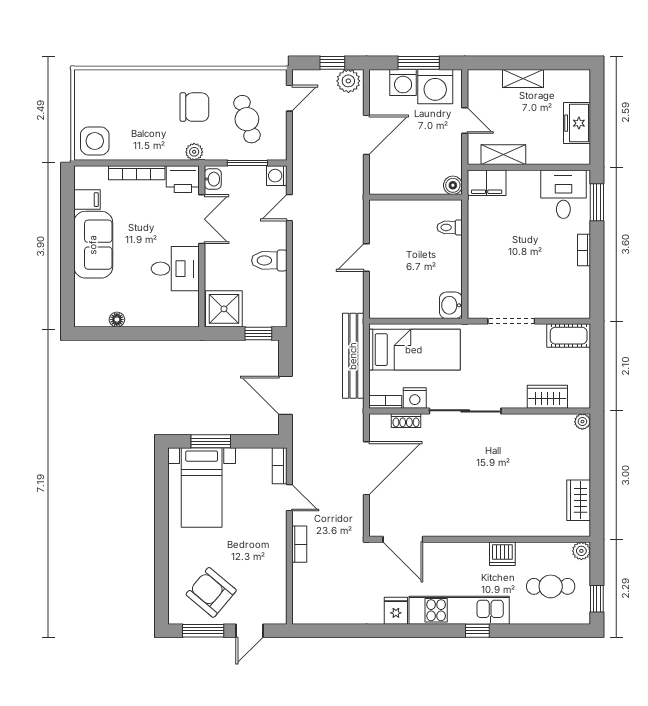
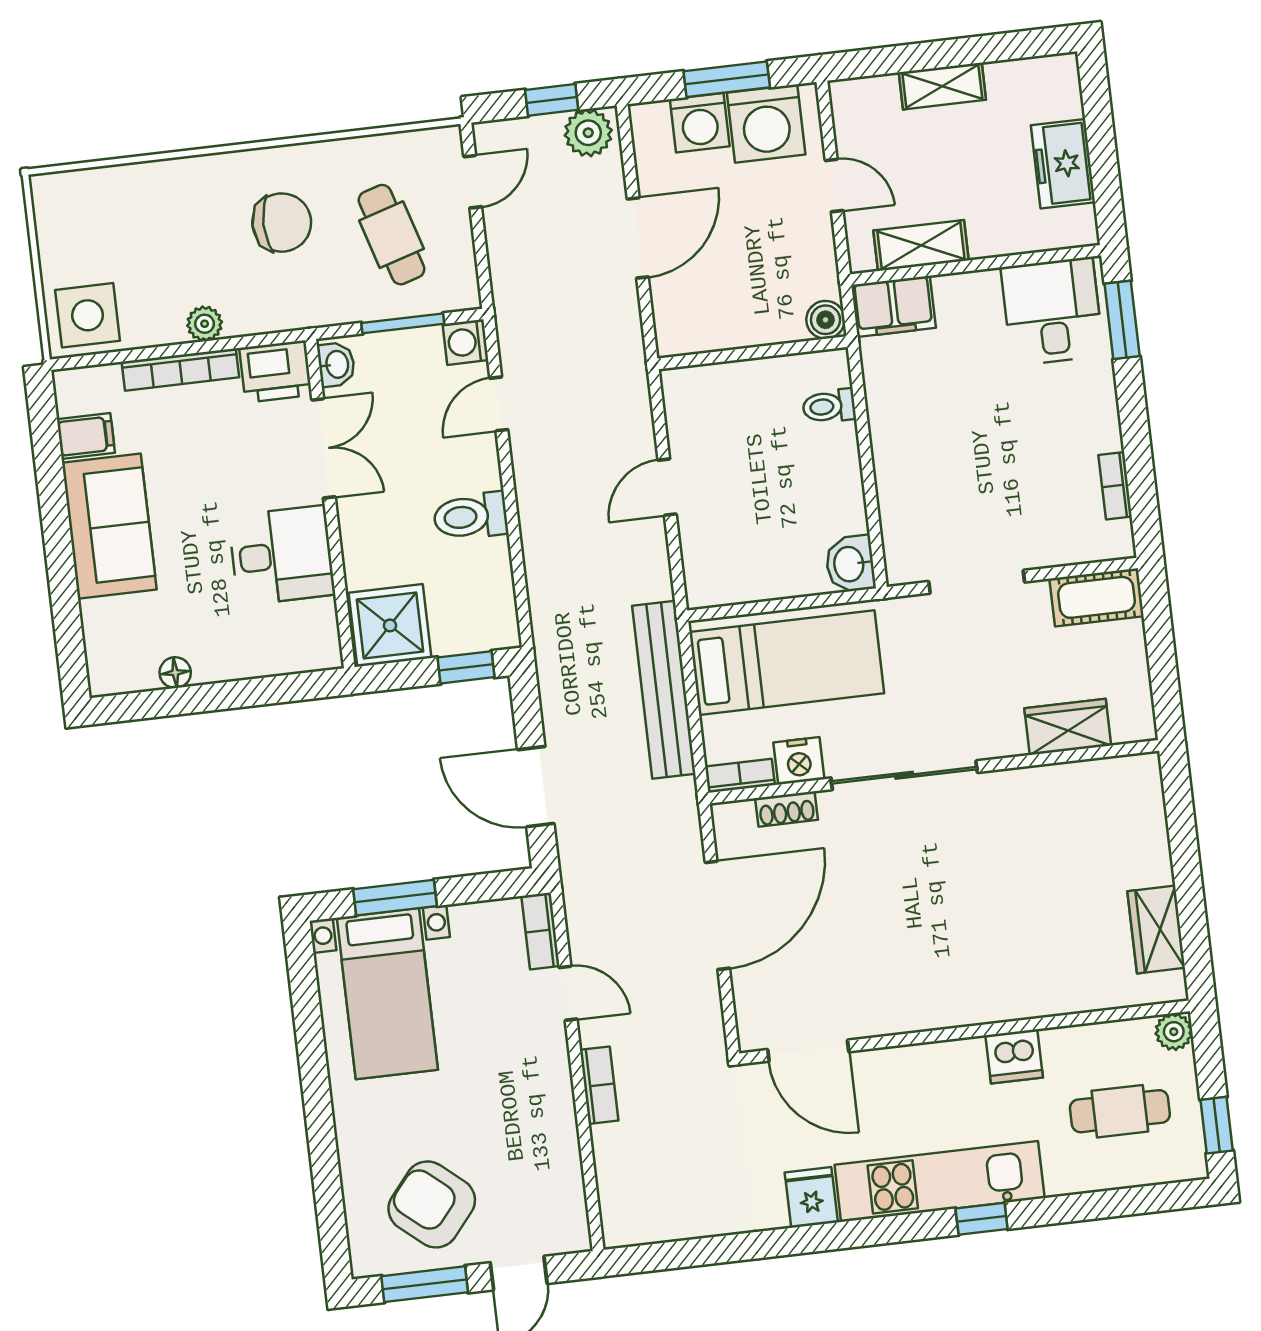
plant: (194, 152) -> (205, 324), moved
bookcase: (584, 250) -> (1115, 486), moved
plant: (582, 422) -> (1145, 769), removed

